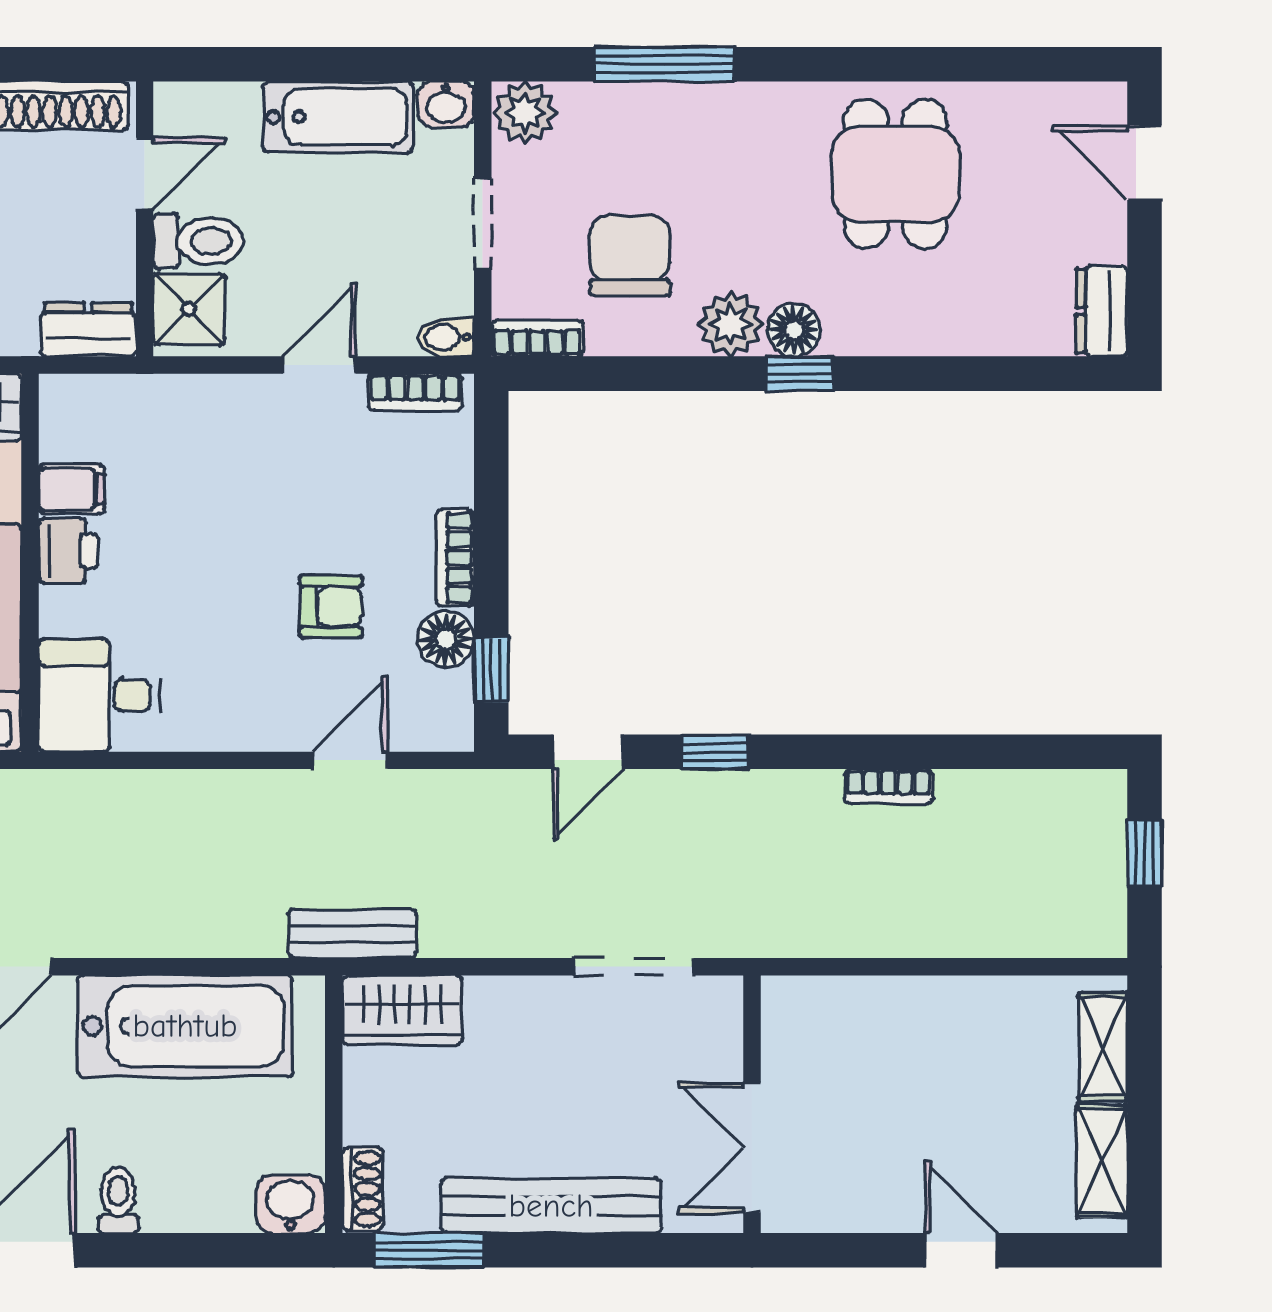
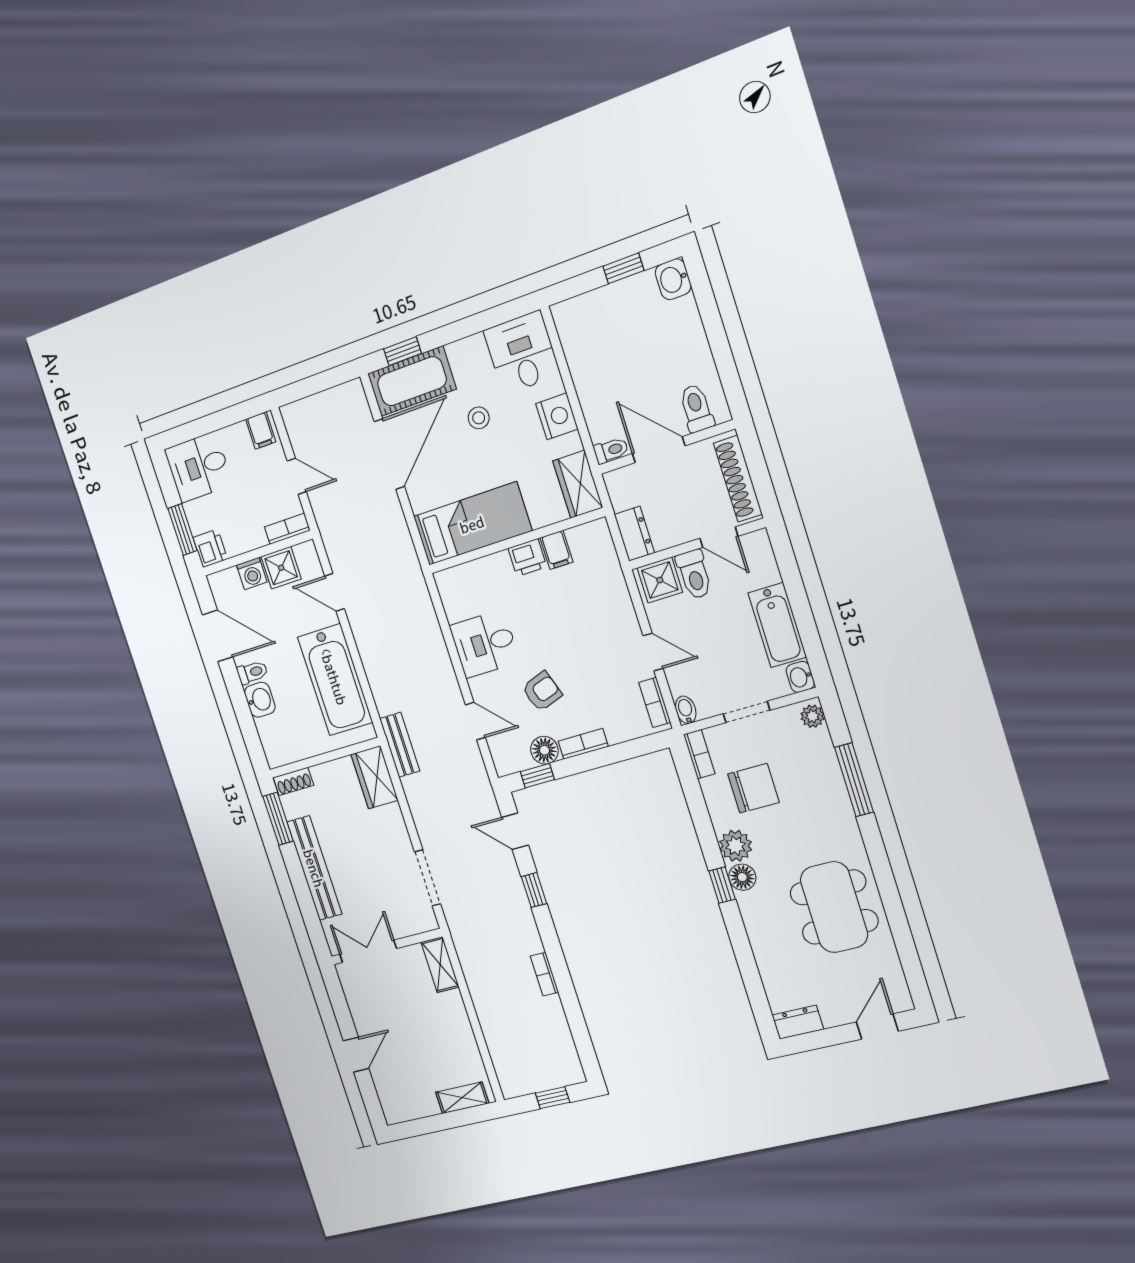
plant: (525, 113) -> (812, 716), width x0.73, depth x0.73
dining table: (895, 174) -> (834, 907), width x1.37
armchair: (331, 607) -> (542, 691), turned -109
desk: (100, 695) -> (485, 644), moved, turned -90
shelving: (1102, 1161) -> (440, 965), moved, turned 90
washbasin: (290, 1204) -> (260, 700), moved

